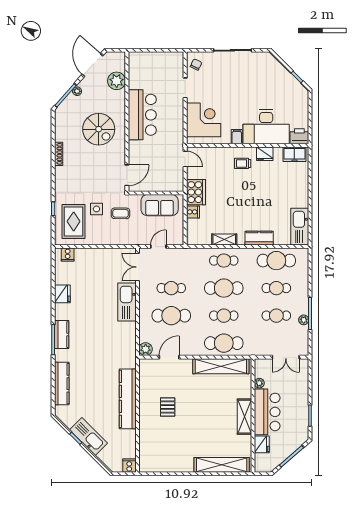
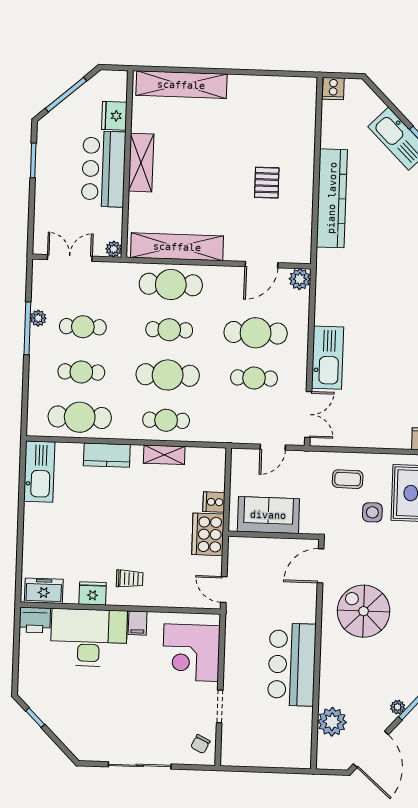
spiral stairs: (99, 129) -> (364, 611), moved
coffee table: (121, 213) -> (348, 479), moved
plant: (259, 383) -> (114, 249), moved

